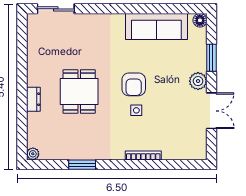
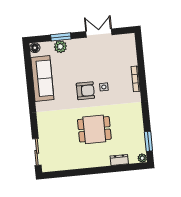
plant: (198, 81) -> (60, 47), moved
dresser: (33, 99) -> (119, 160), moved
window: (82, 165) -> (148, 141), moved

